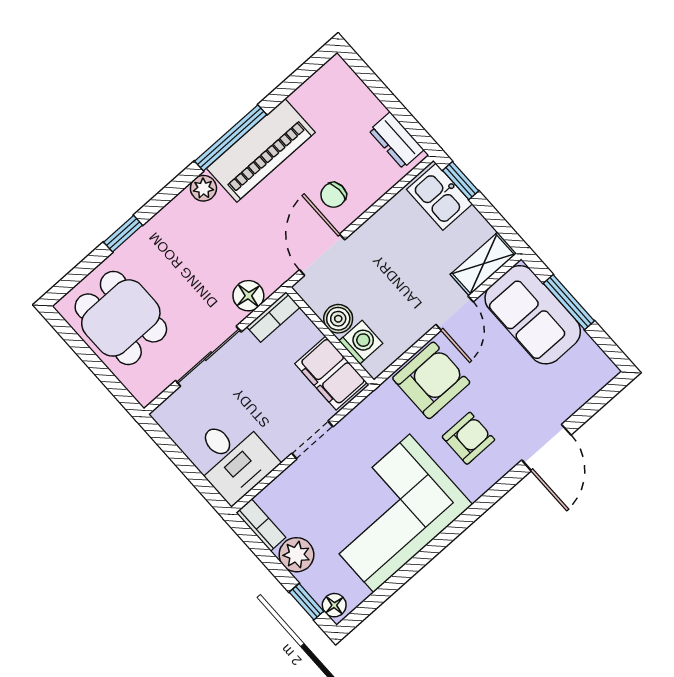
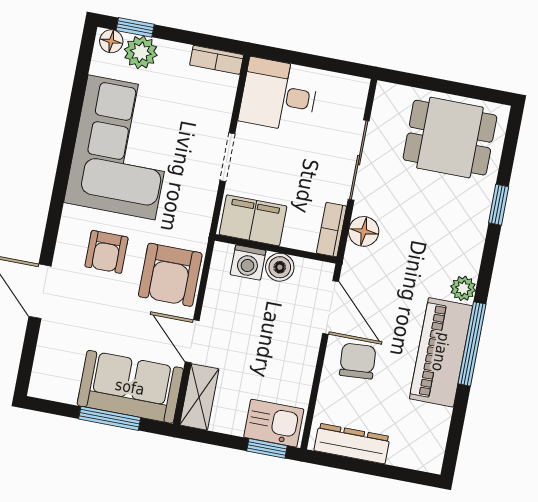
dresser: (397, 140) -> (352, 444), width x1.44
chair: (333, 195) -> (358, 361), width x1.37, depth x1.37
plant: (296, 555) -> (141, 52), moved

